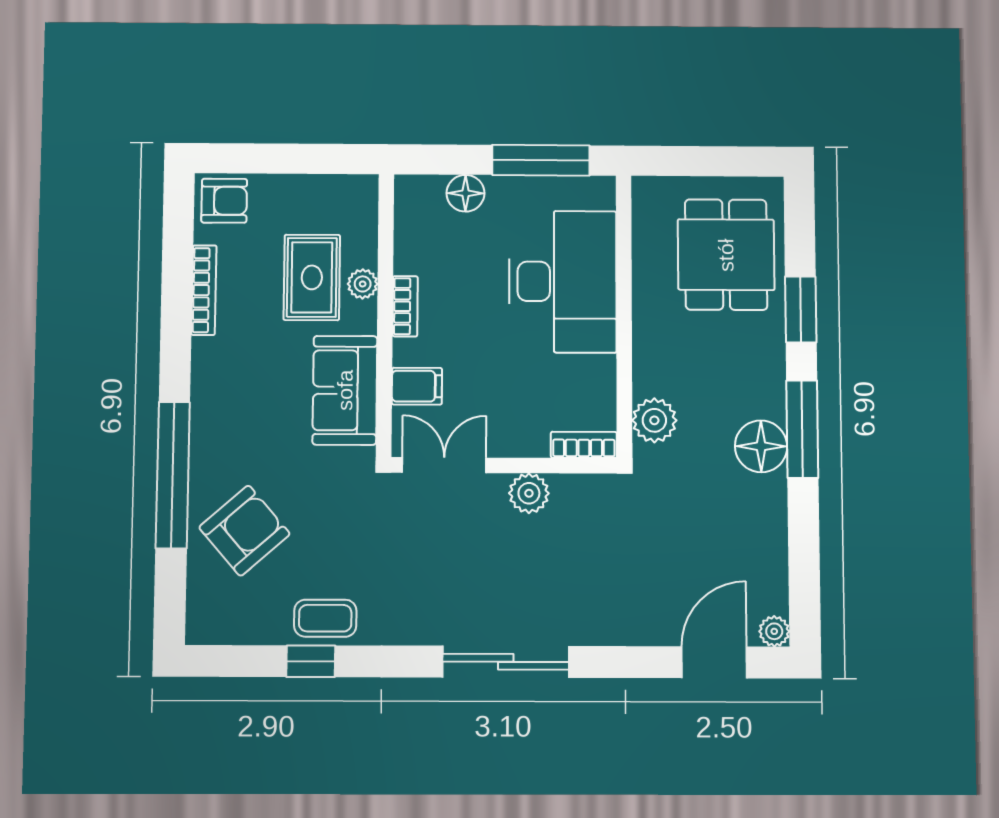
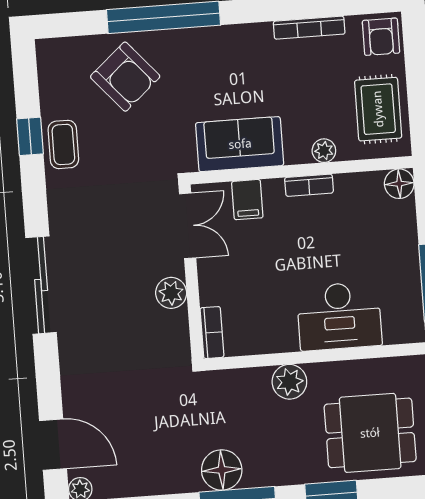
floor lamp: (465, 193) -> (399, 184), moved
rug: (312, 277) -> (378, 109), moved, turned 90
desk: (563, 281) -> (339, 316), width x0.73, depth x0.77
plant: (654, 420) -> (289, 382), moved

